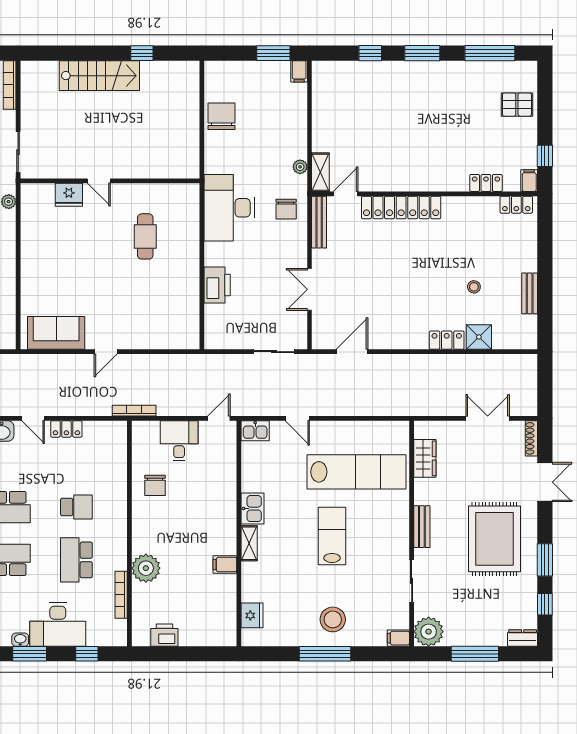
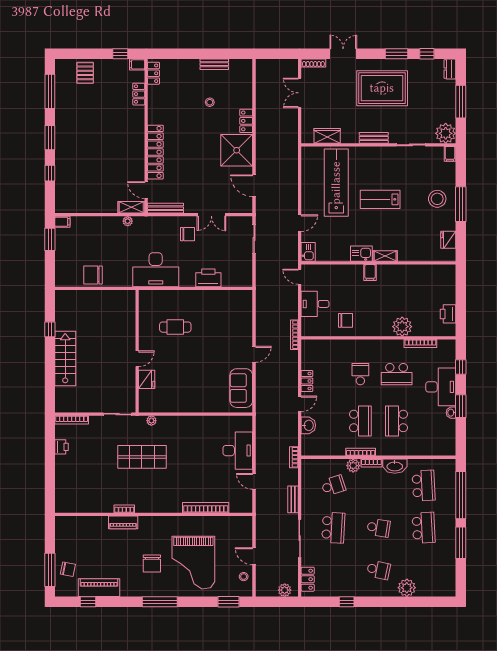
chair: (286, 209) -> (187, 234), moved
shower: (479, 337) -> (237, 150), moved, width x1.86, depth x1.86
door: (106, 352) -> (254, 354), hinge flipped
filing cabinet: (225, 565) -> (370, 273), moved
fridge: (252, 615) -> (448, 240), moved, turned -90

